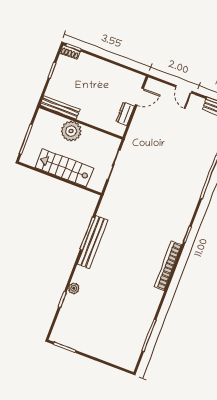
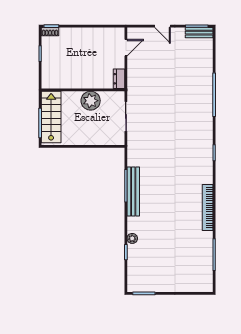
bench: (60, 107) -> (60, 84), removed
dresser: (125, 114) -> (119, 79), moved
plant: (71, 131) -> (91, 101), moved
stairs: (64, 168) -> (51, 117), moved, turned 90
bookcase: (168, 266) -> (208, 207), moved

